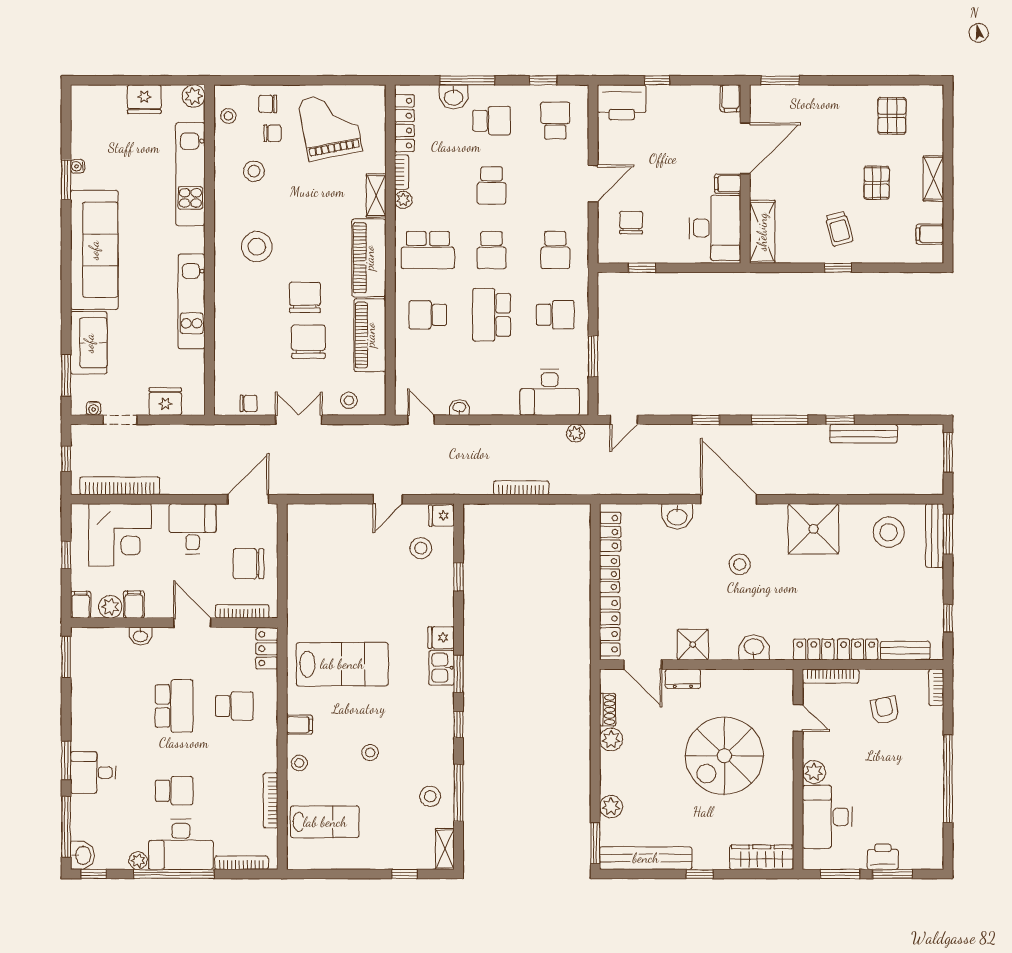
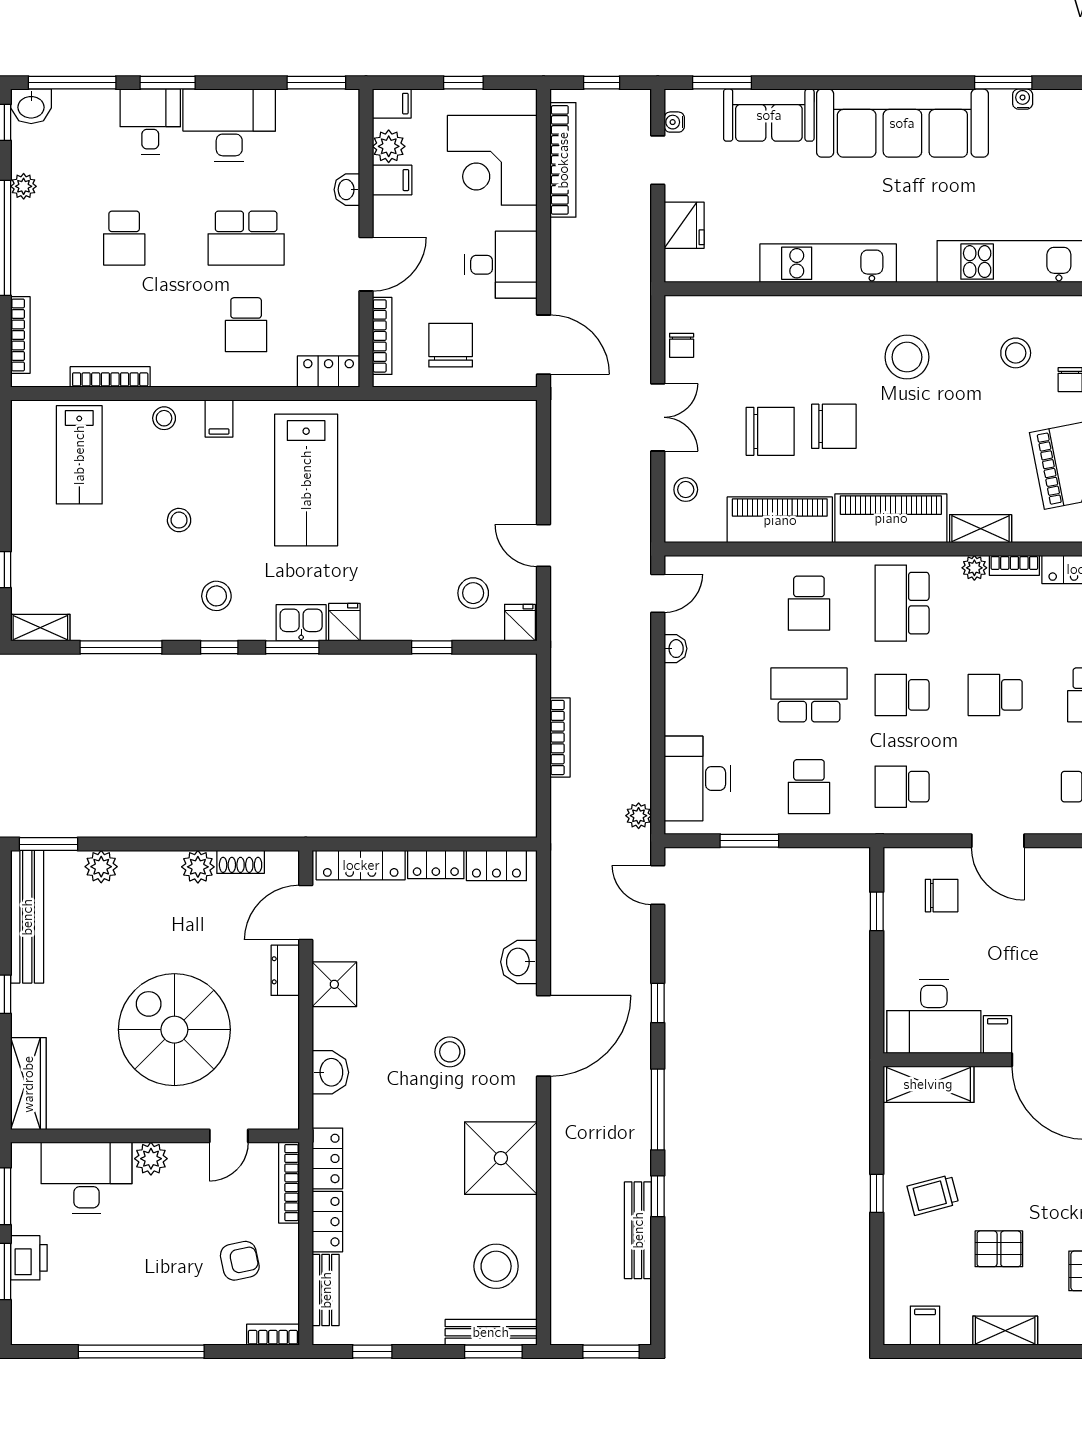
school desk: (428, 315) -> (809, 603), turned 180
stool: (430, 796) -> (216, 596), moved
desk: (181, 844) -> (229, 125), moved, turned 90

